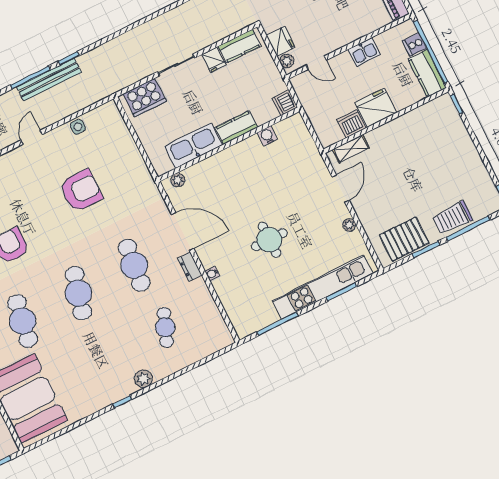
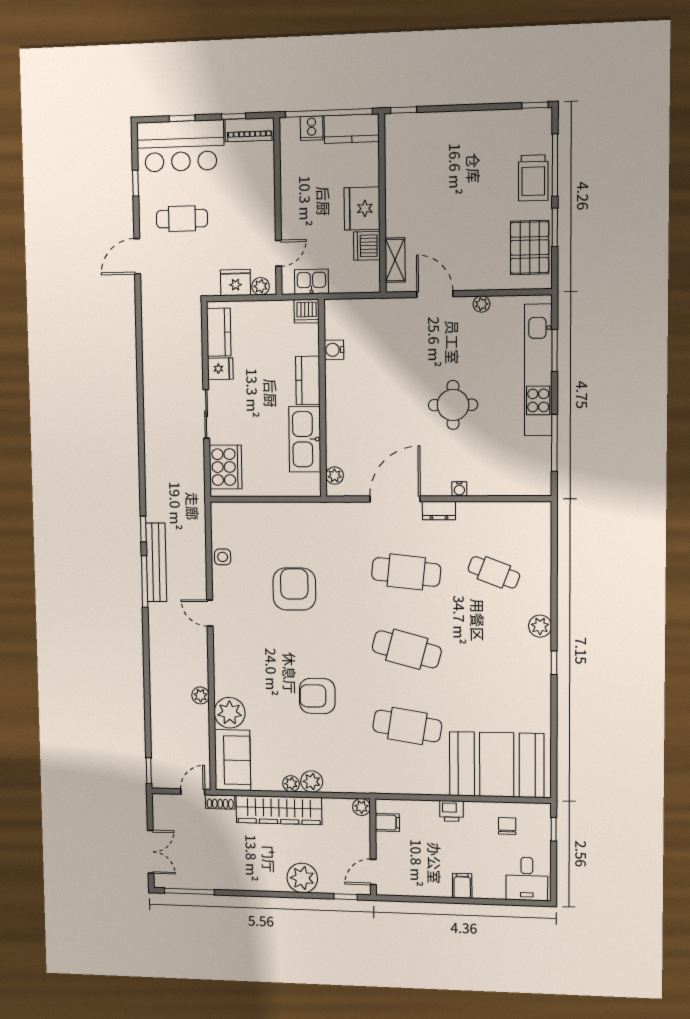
kitchen sink: (364, 52) -> (311, 282), moved, turned -90

